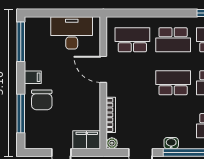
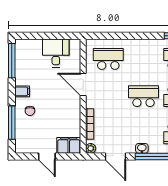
desk: (72, 33) -> (56, 53), width x0.73
school desk: (173, 40) -> (143, 59), removed
chair: (42, 100) -> (30, 111), width x0.54, depth x0.54

